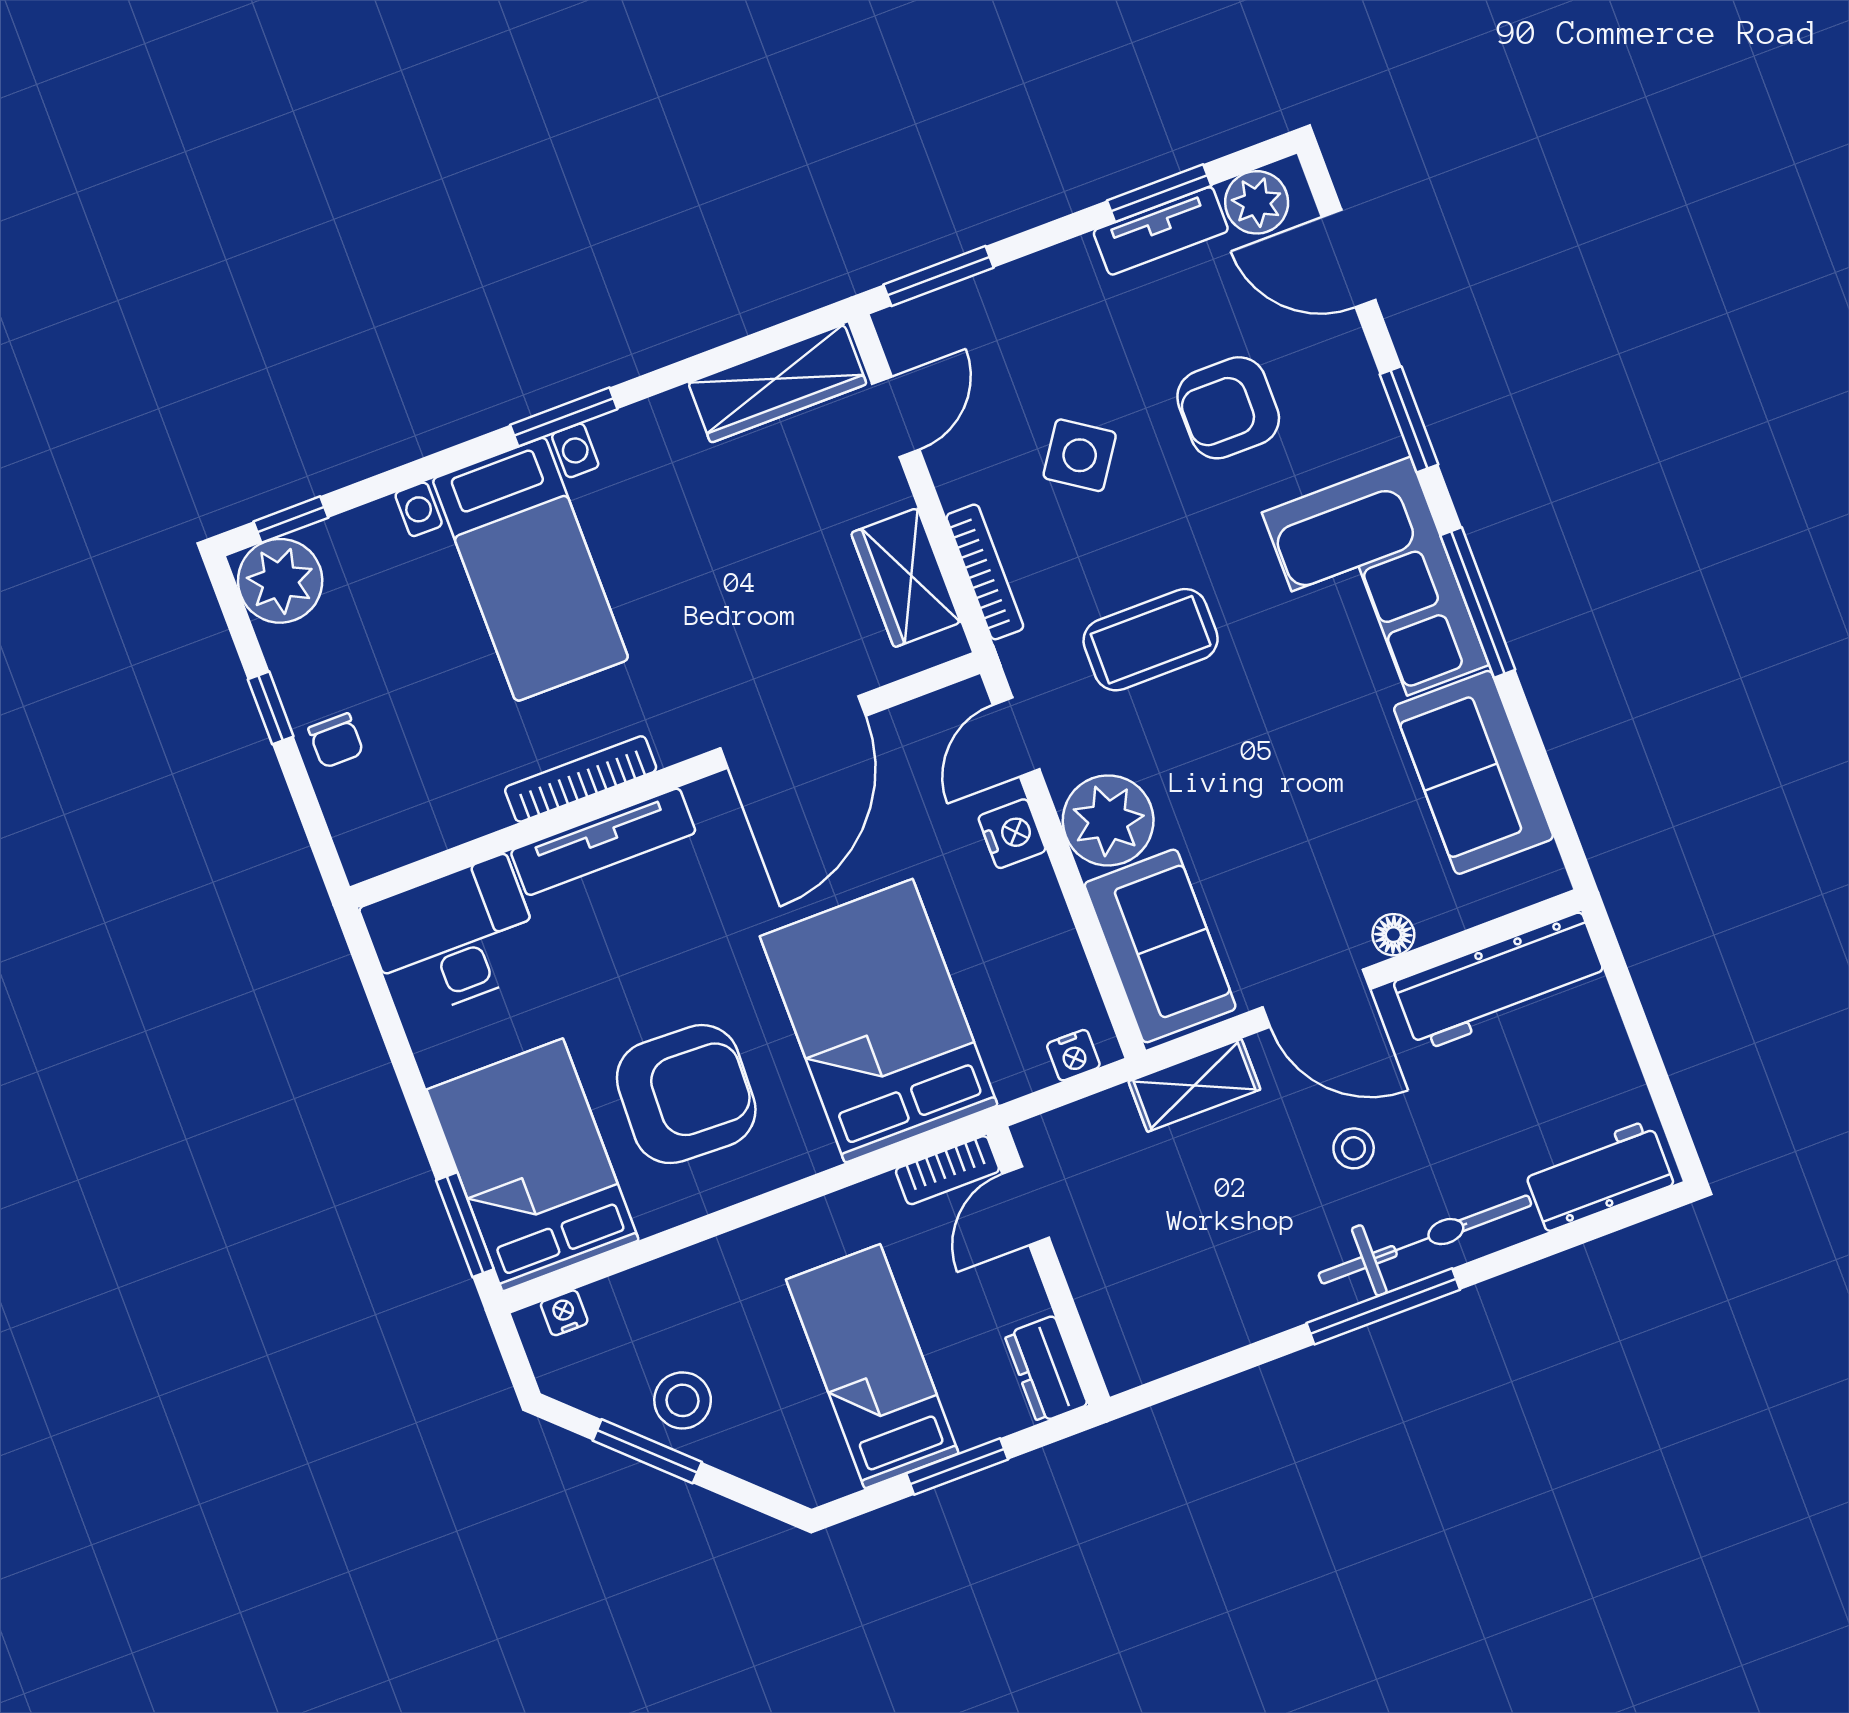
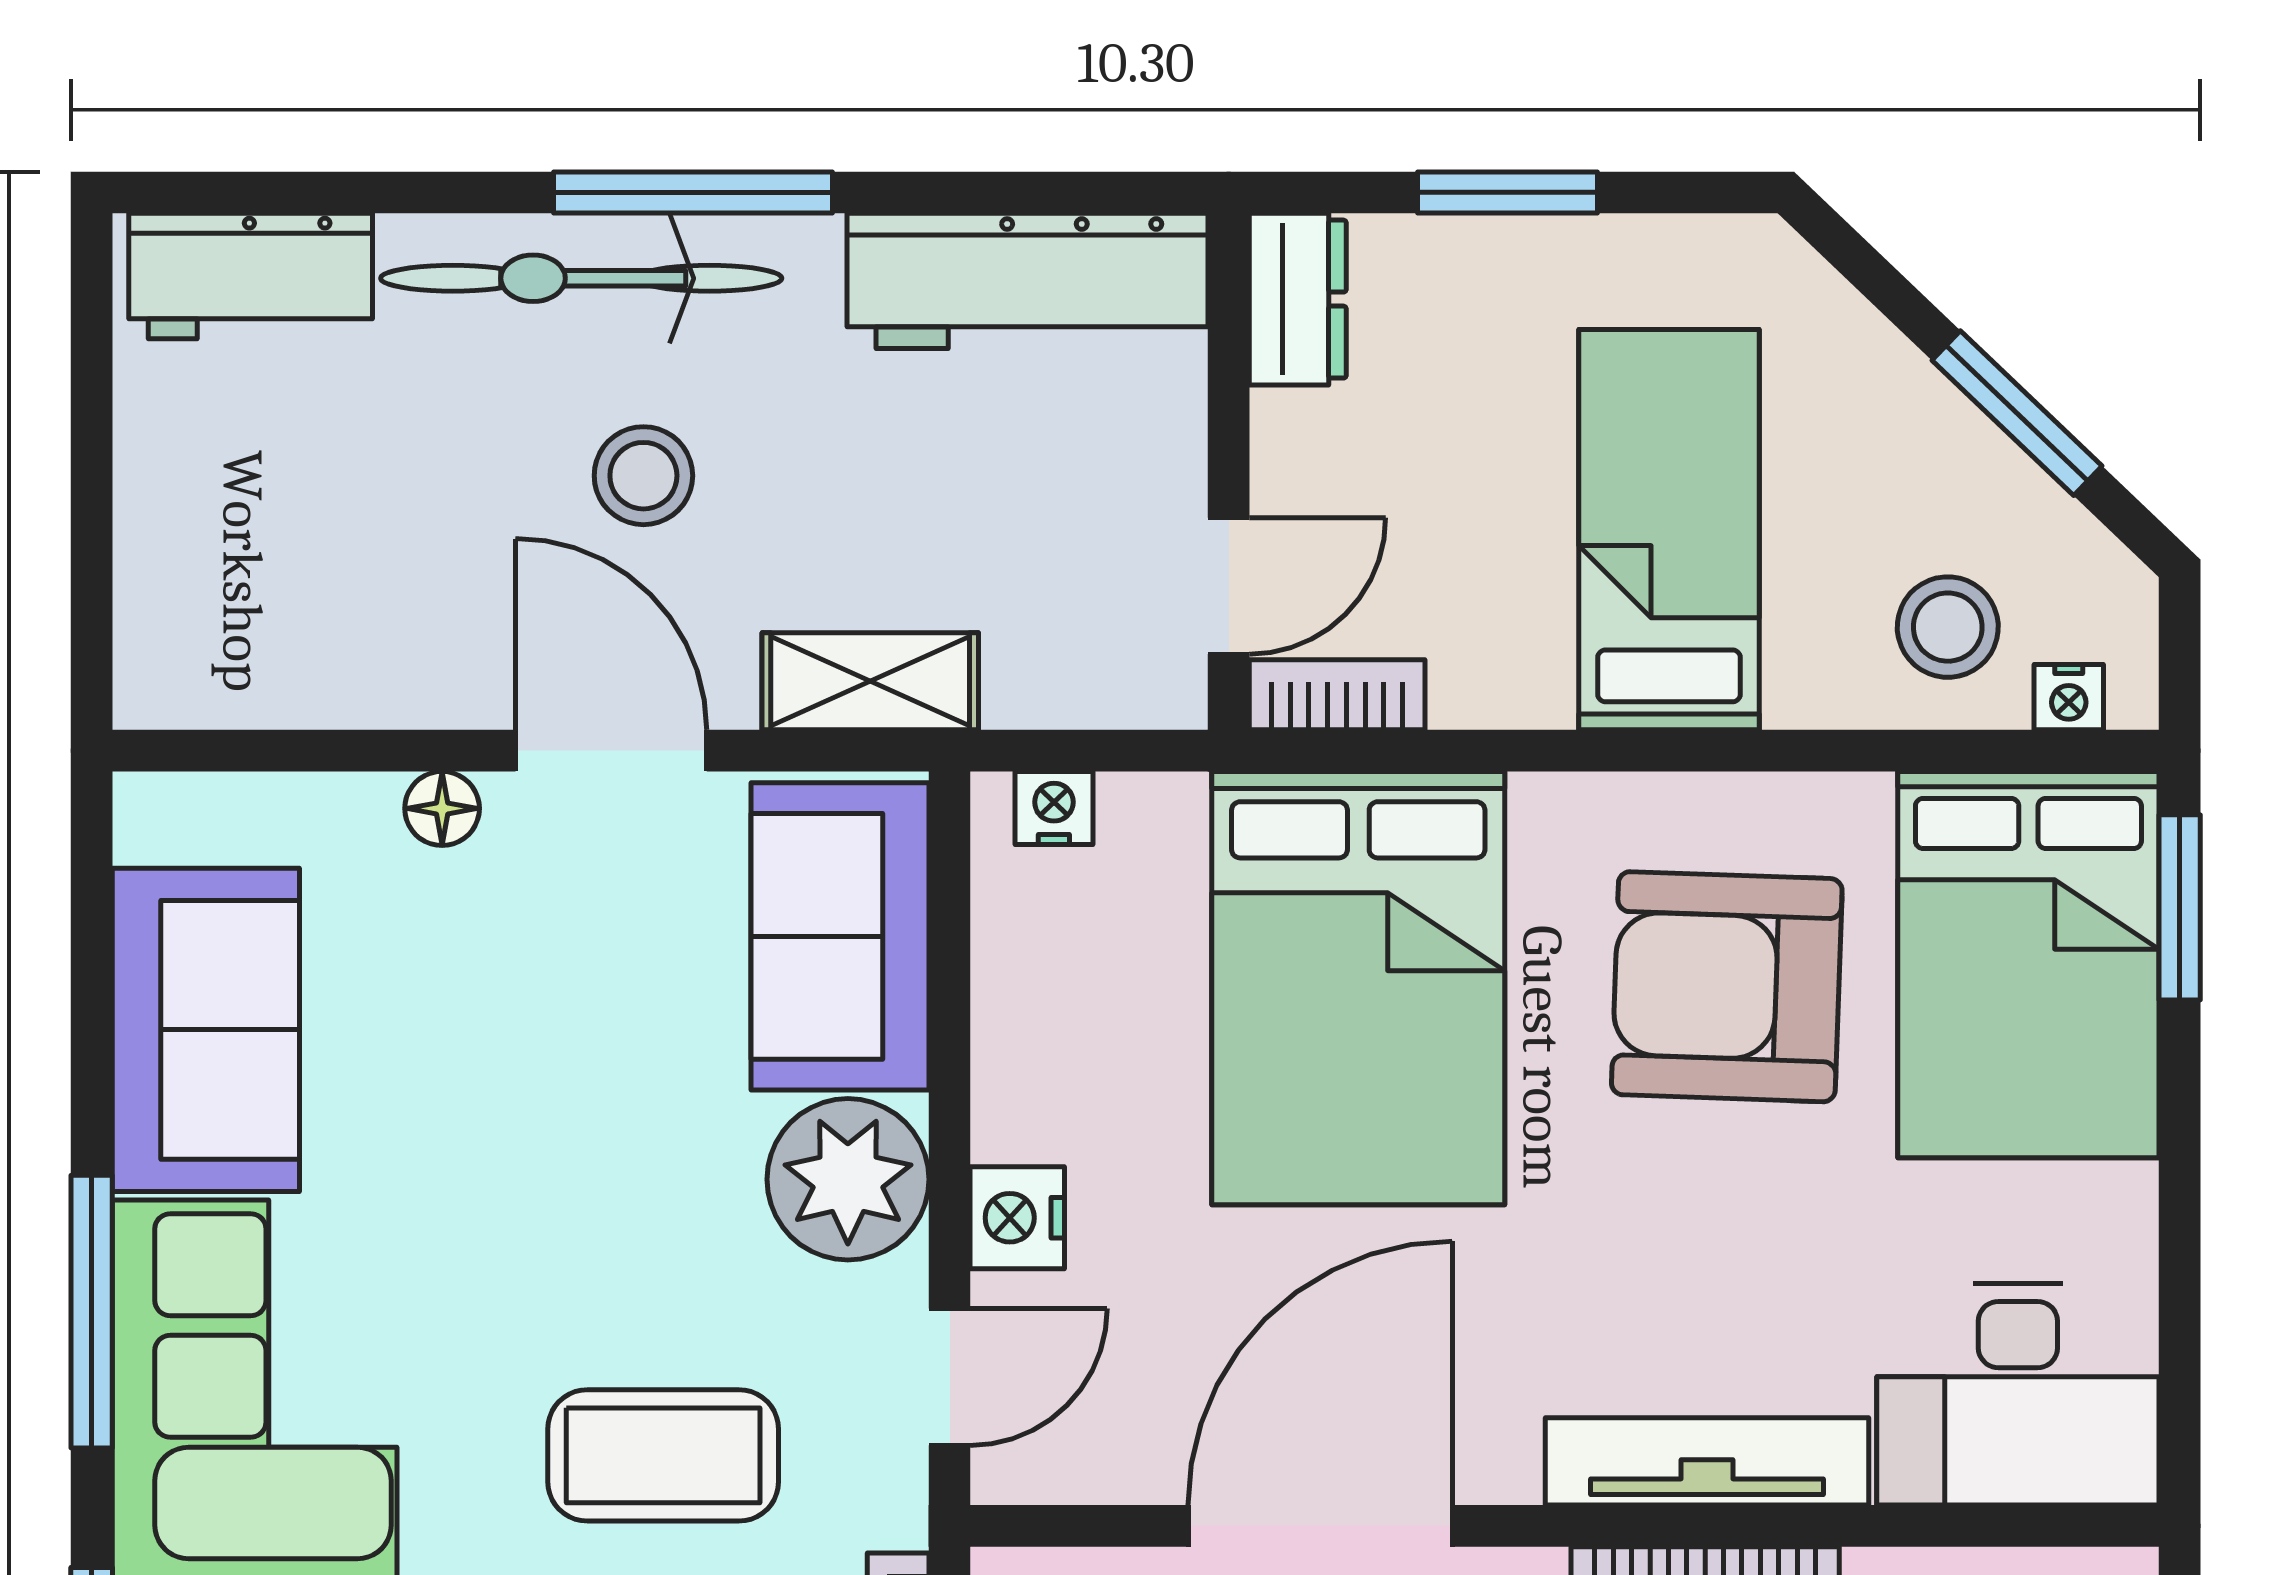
workbench: (1500, 982) -> (1028, 281), moved, turned 180
stool: (1354, 1148) -> (643, 476), width x1.37, depth x1.37
bed: (872, 1366) -> (1669, 530), moved, turned 180
stool: (683, 1400) -> (1948, 627), moved

